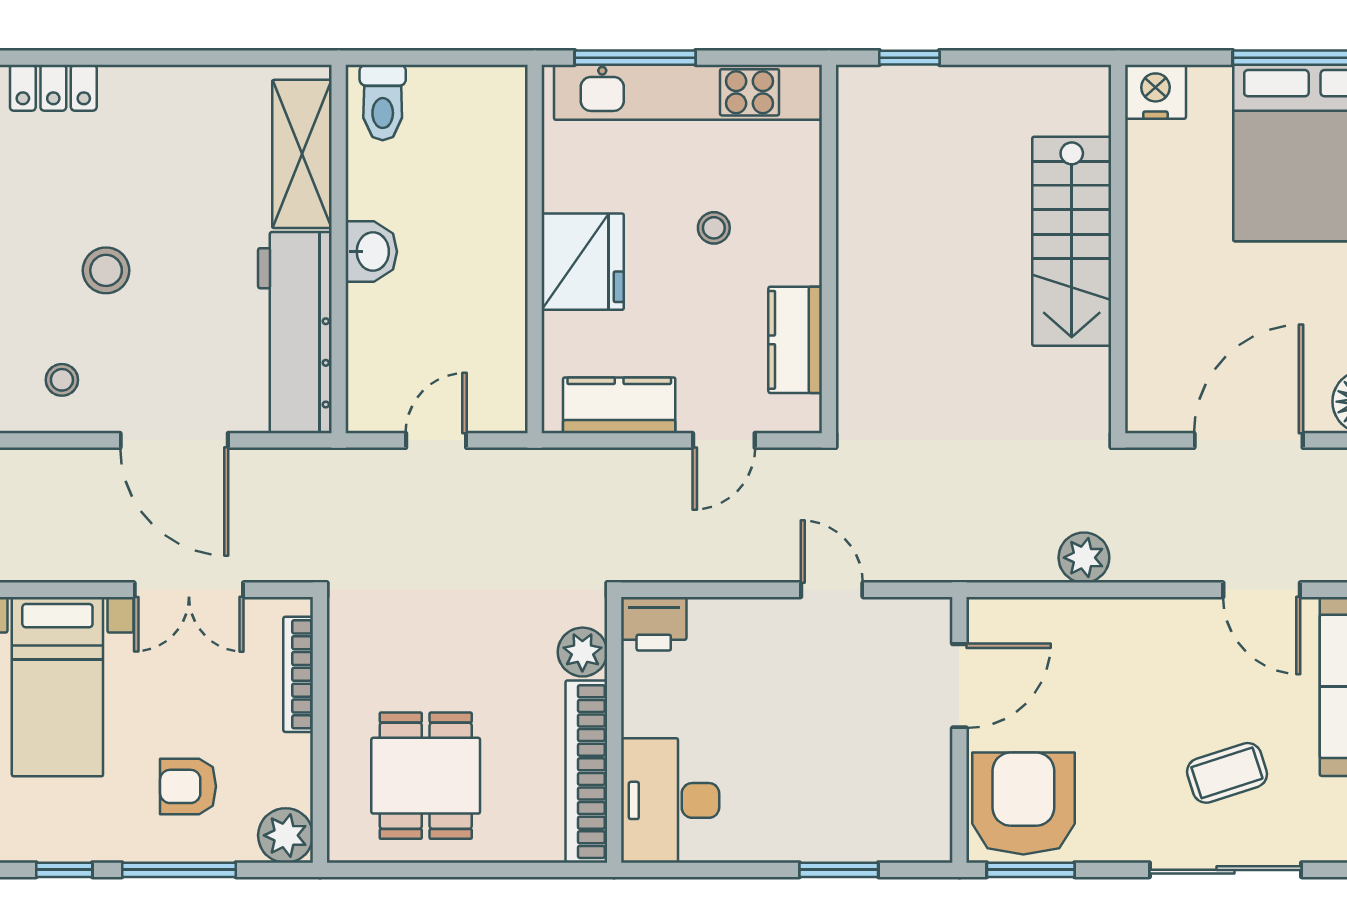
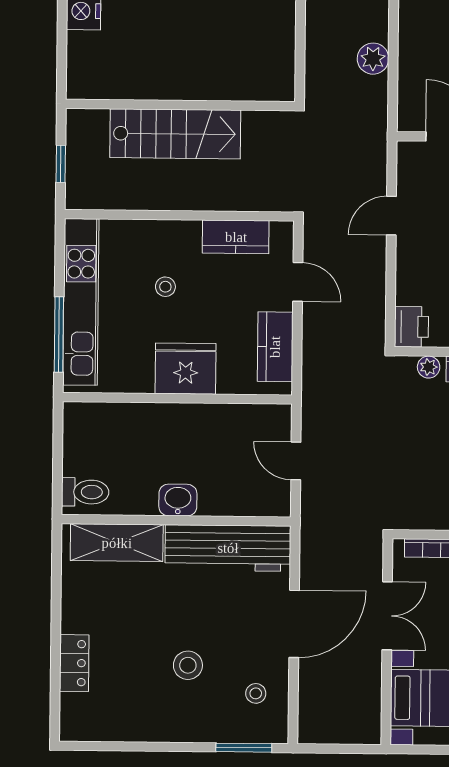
locker: (53, 88) -> (74, 663), moved
stairs: (1072, 241) -> (175, 134), moved
wall: (1118, 249) -> (180, 105), moved
plant: (582, 652) -> (429, 367), width x0.73, depth x0.73

